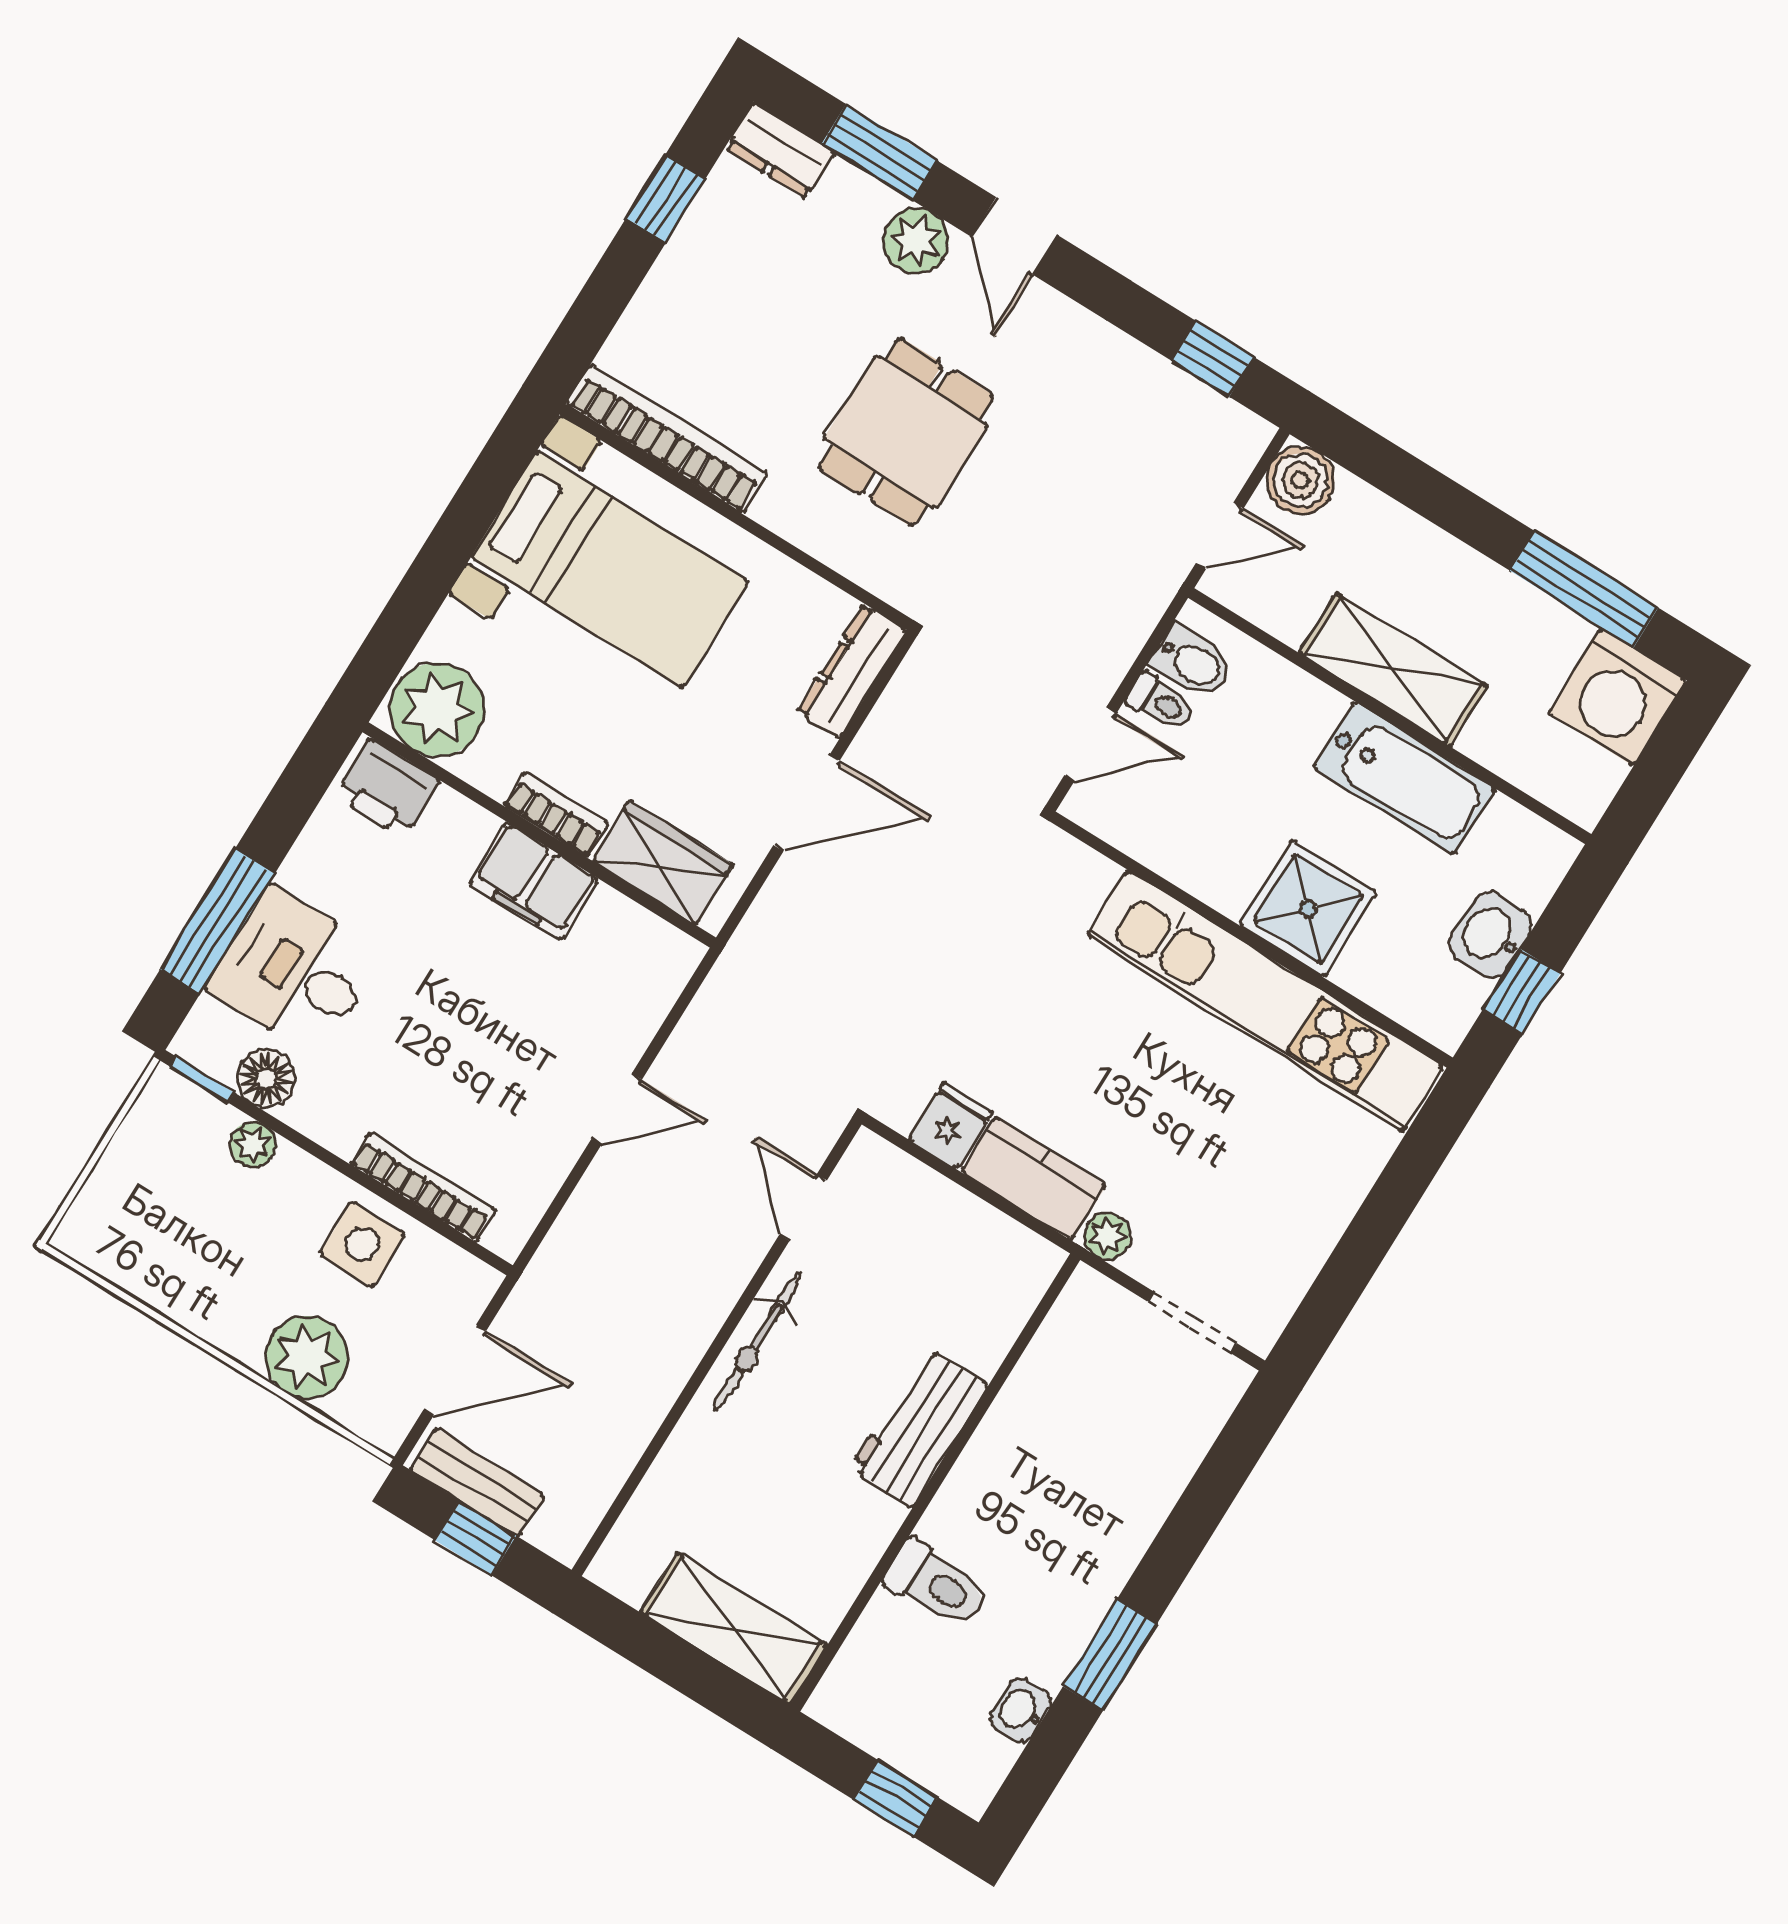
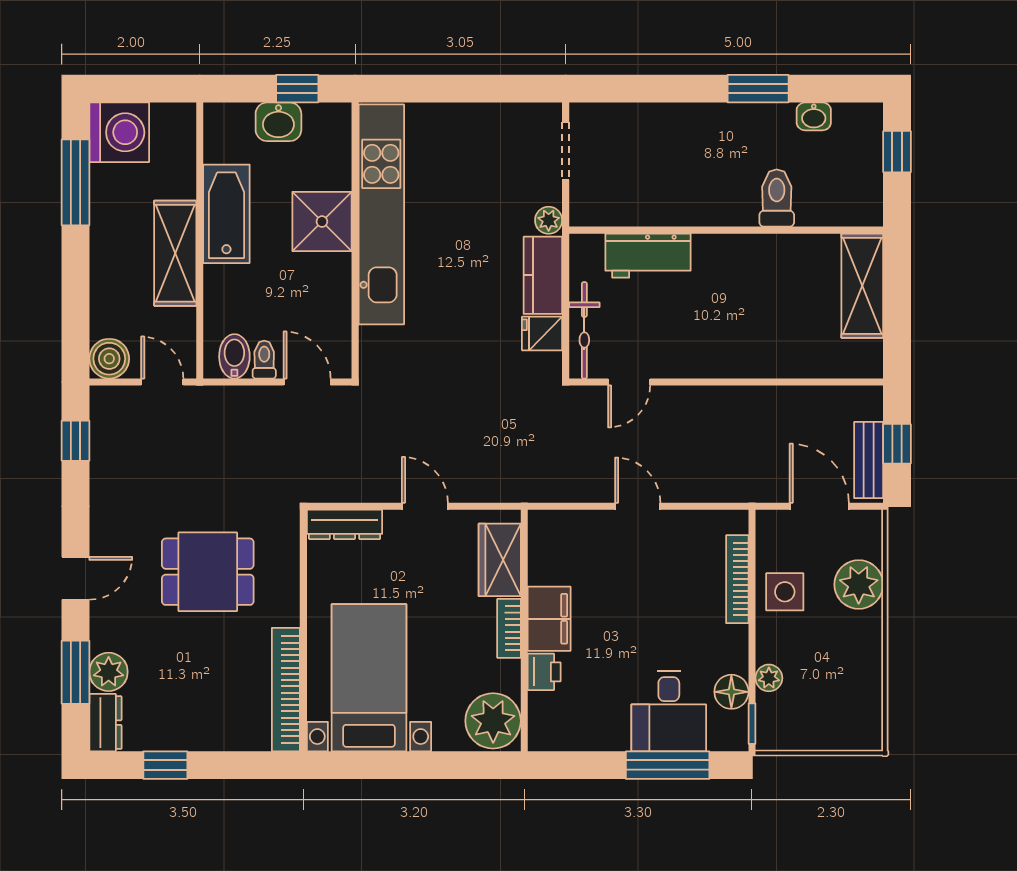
plant: (916, 241) -> (109, 672), moved
printer: (387, 788) -> (544, 672), moved, width x0.73, depth x0.81
door: (807, 803) -> (425, 506), width x0.73
bicycle: (757, 1342) -> (584, 330), moved, turned 90
workbench: (919, 1427) -> (648, 256), moved

